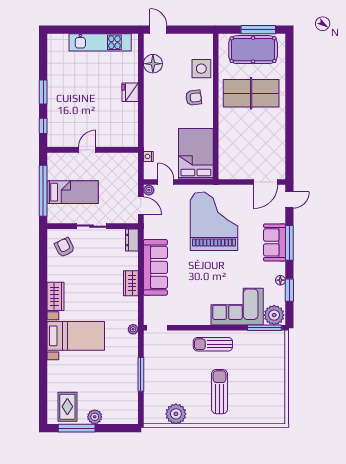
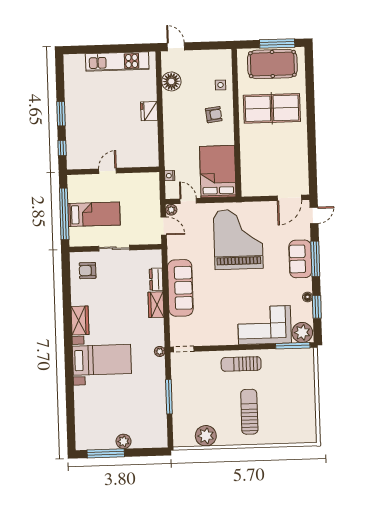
side table: (201, 69) -> (221, 85), width x0.54, depth x0.54
dresser: (132, 240) -> (156, 279), moved
armchair: (65, 247) -> (88, 271), turned -64
rug: (67, 407) -> (96, 432), removed

